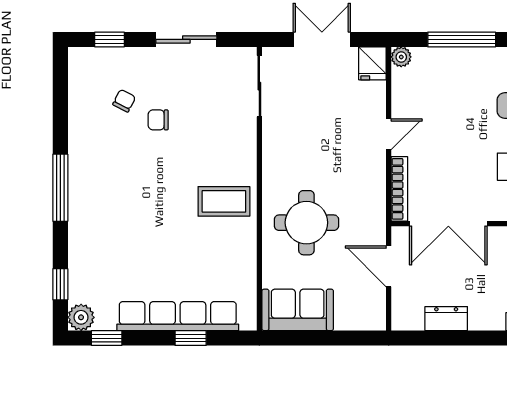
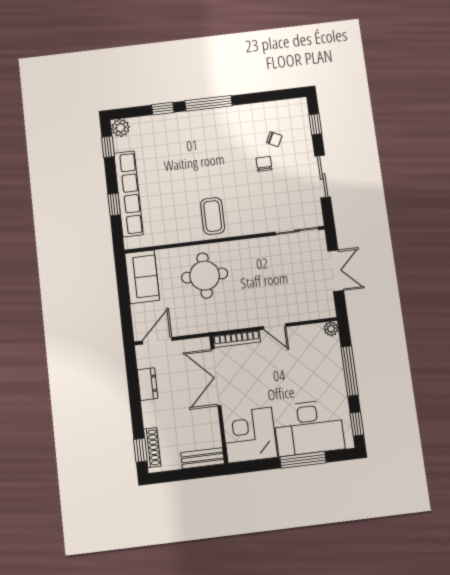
fridge: (372, 63) -> (324, 309), removed
door: (389, 266) -> (157, 341), moved
window: (60, 284) -> (163, 109), moved

